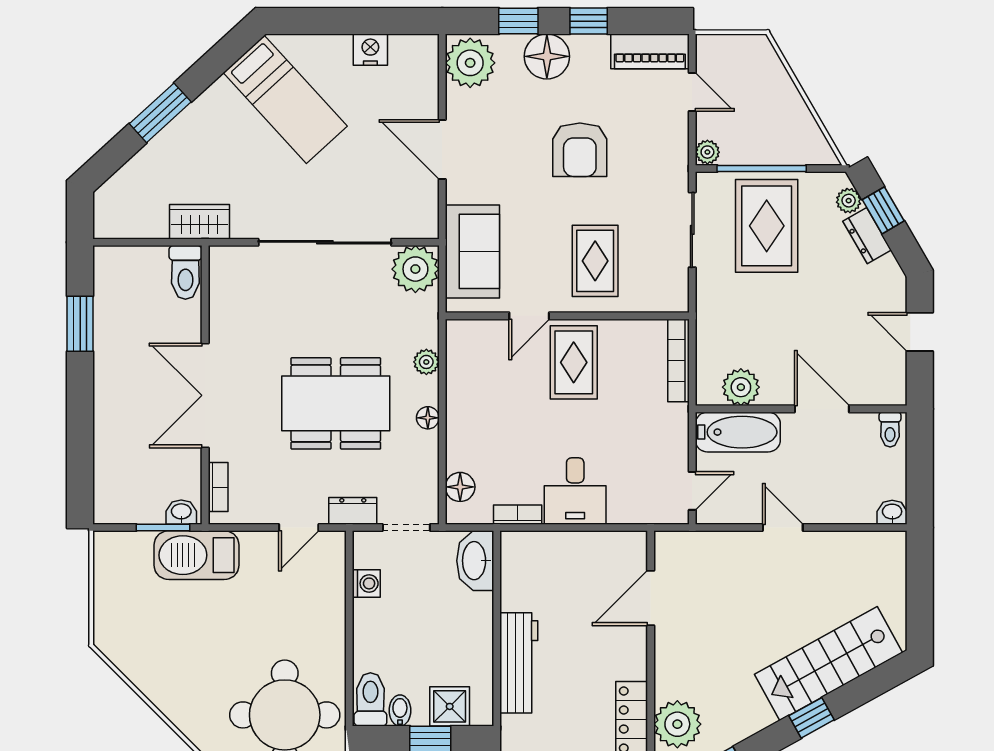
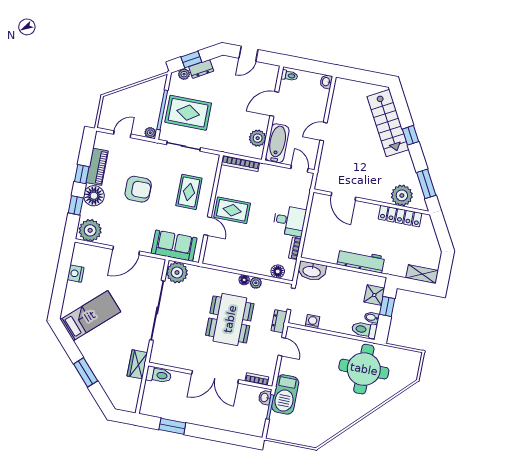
piano: (650, 51) -> (97, 167), moved
rug: (595, 261) -> (189, 192), turned 90
plant: (426, 362) -> (256, 283), moved

